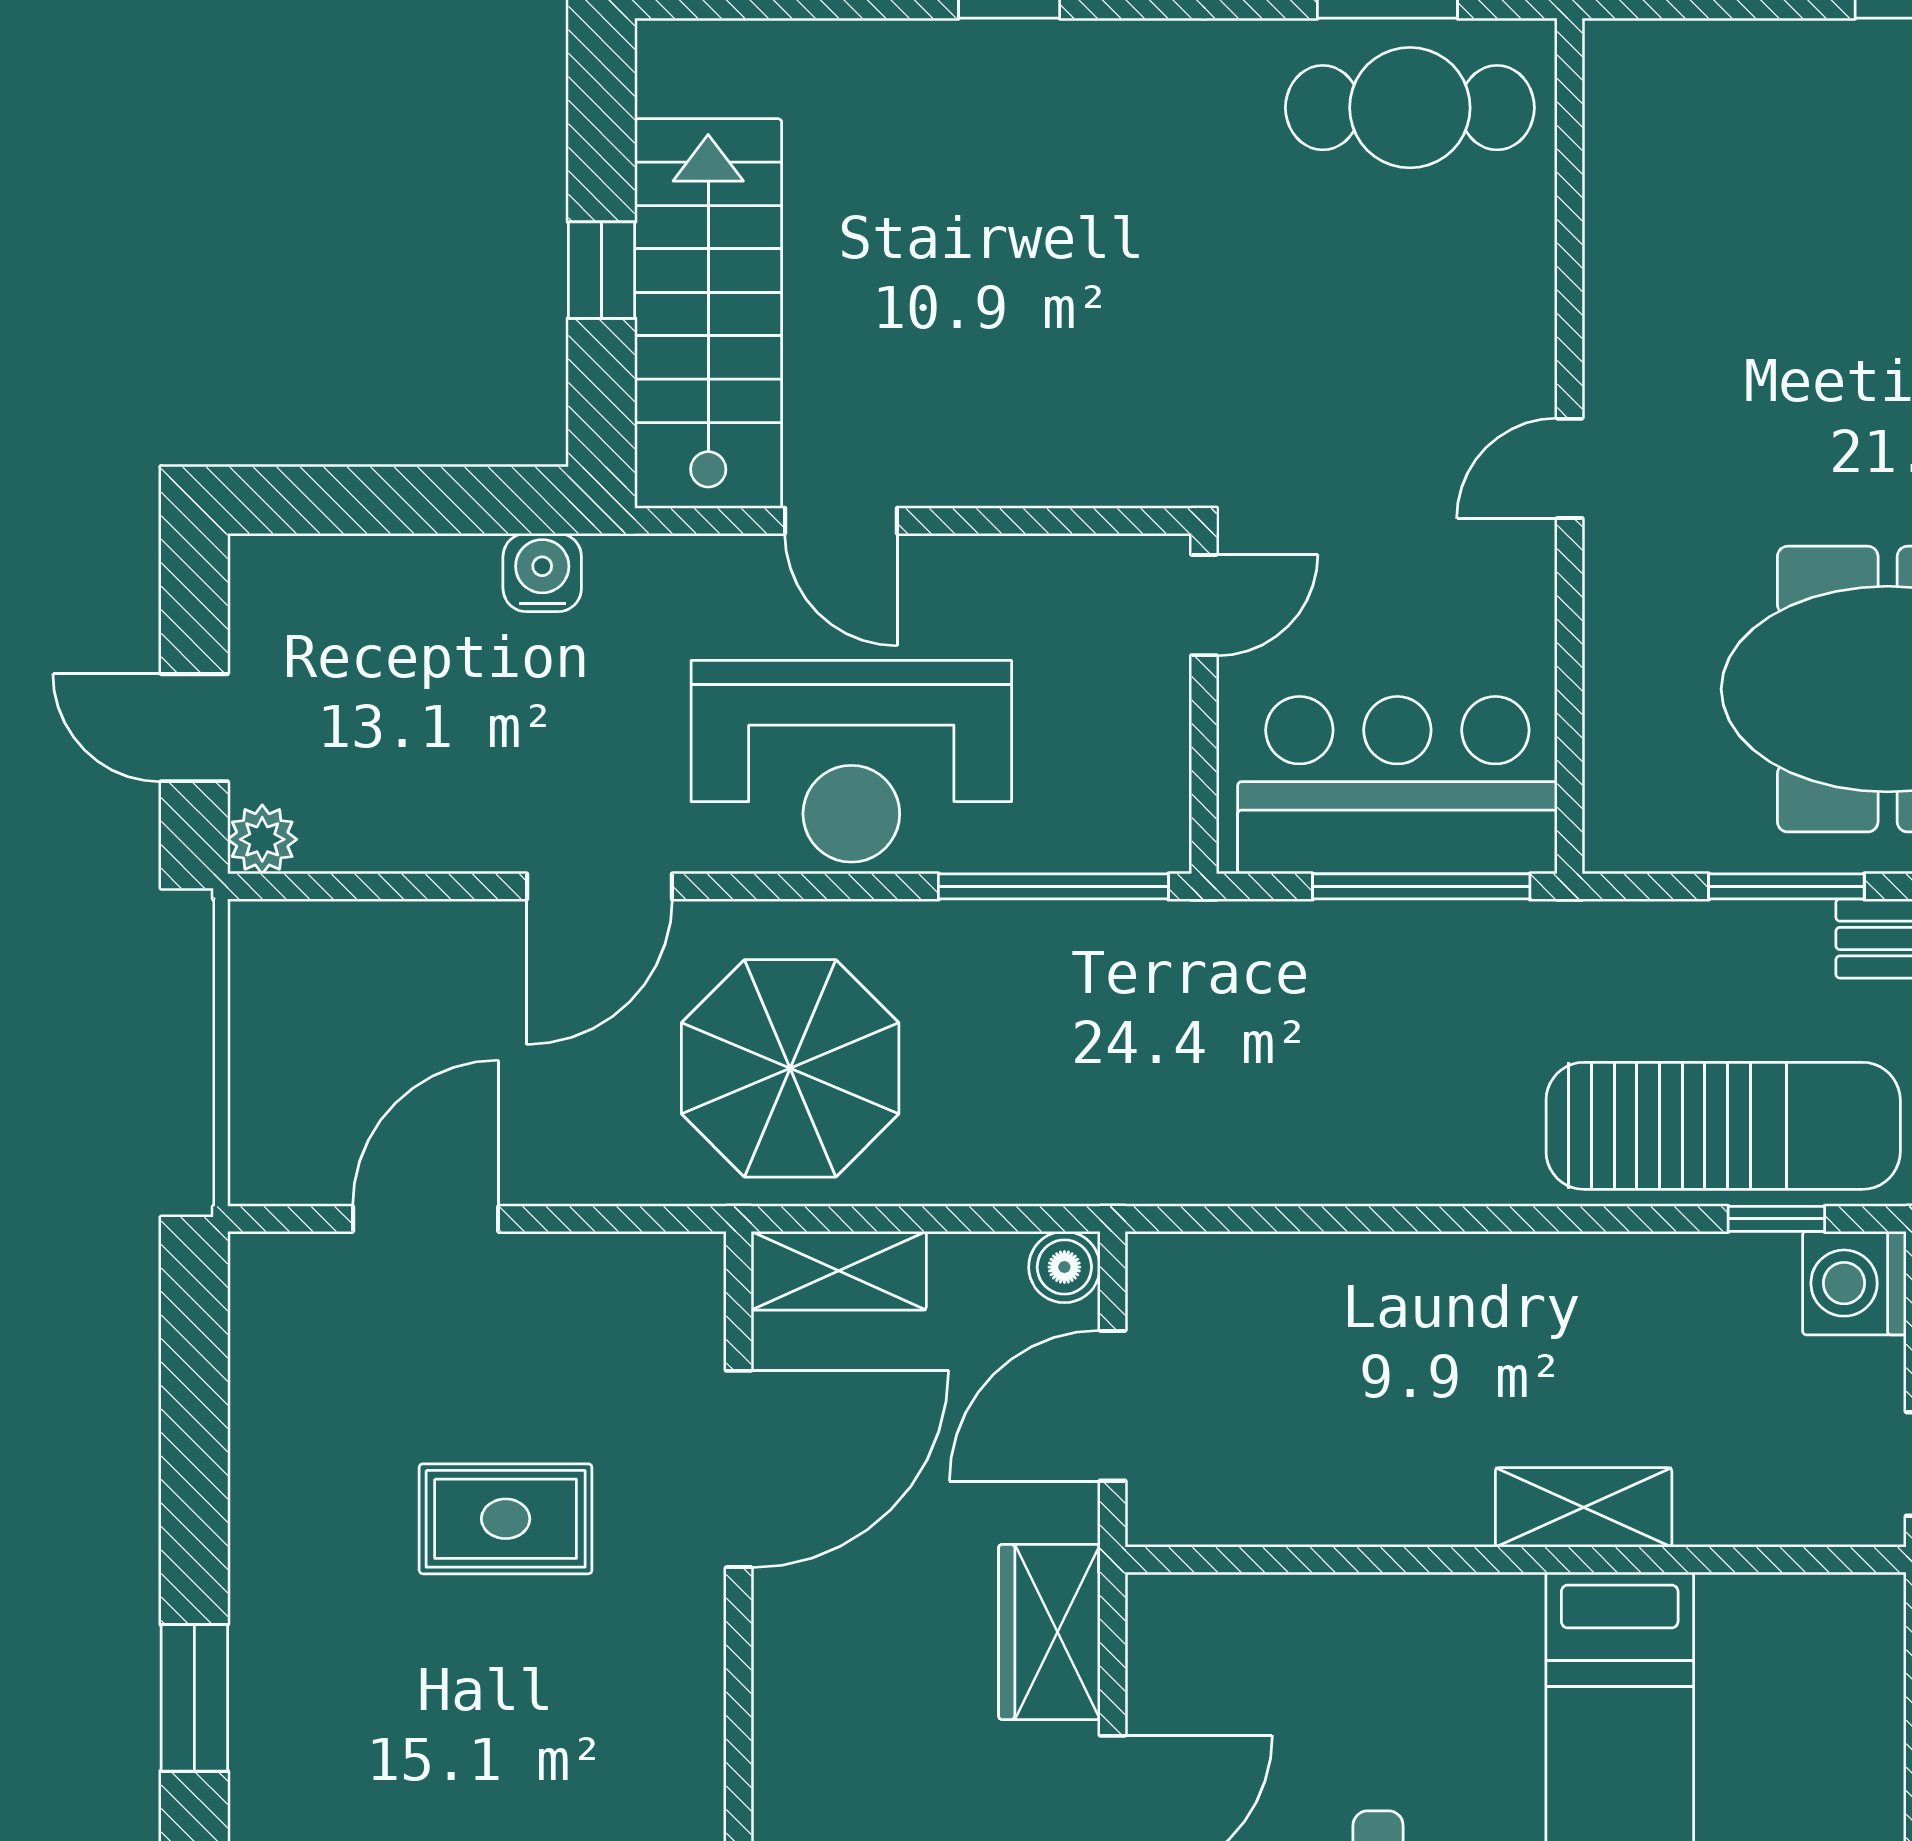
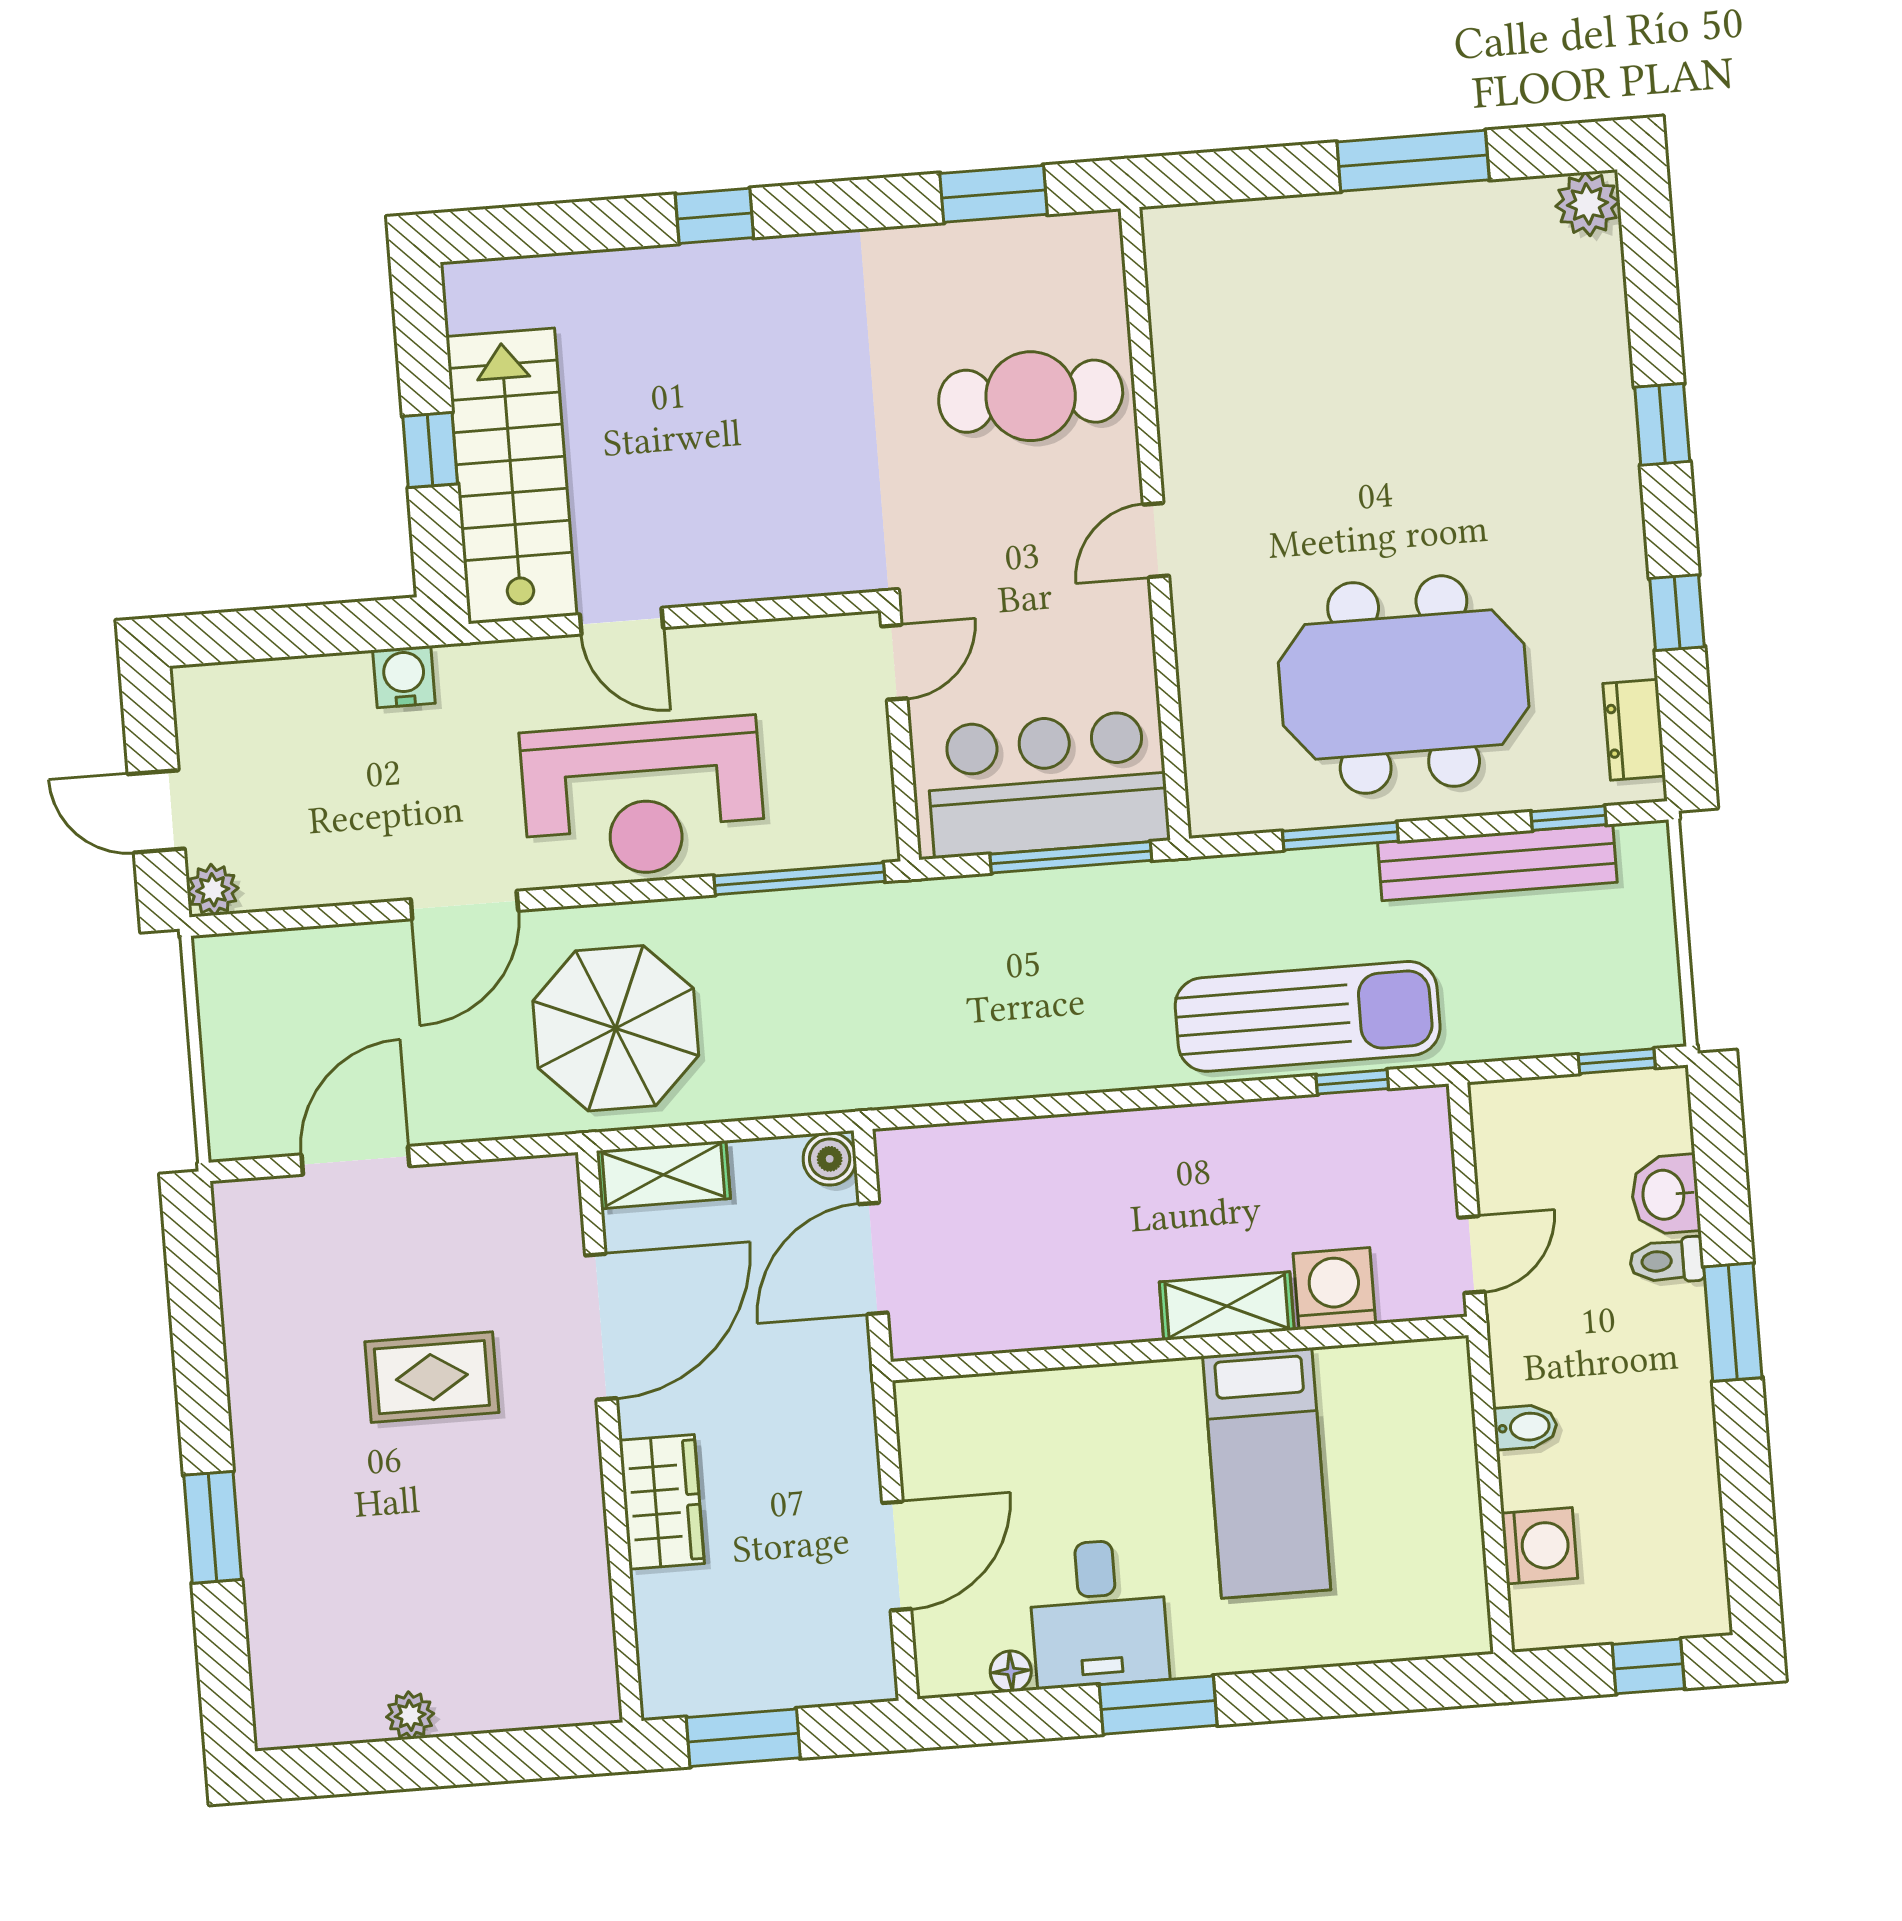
cafe table: (1410, 108) -> (1031, 396), moved
washing machine: (1854, 1283) -> (1334, 1289), moved, turned 90
wardrobe: (1049, 1632) -> (662, 1502), moved, turned 180

